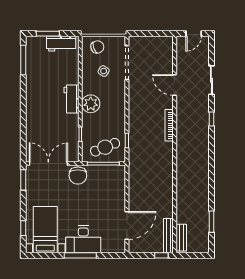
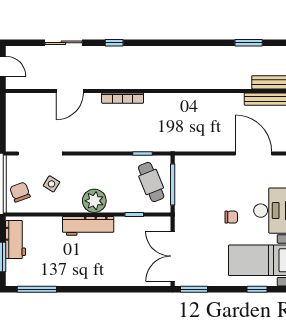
workbench: (72, 99) -> (88, 226), width x1.38
chair: (78, 176) -> (231, 217), moved, width x0.54, depth x0.54

